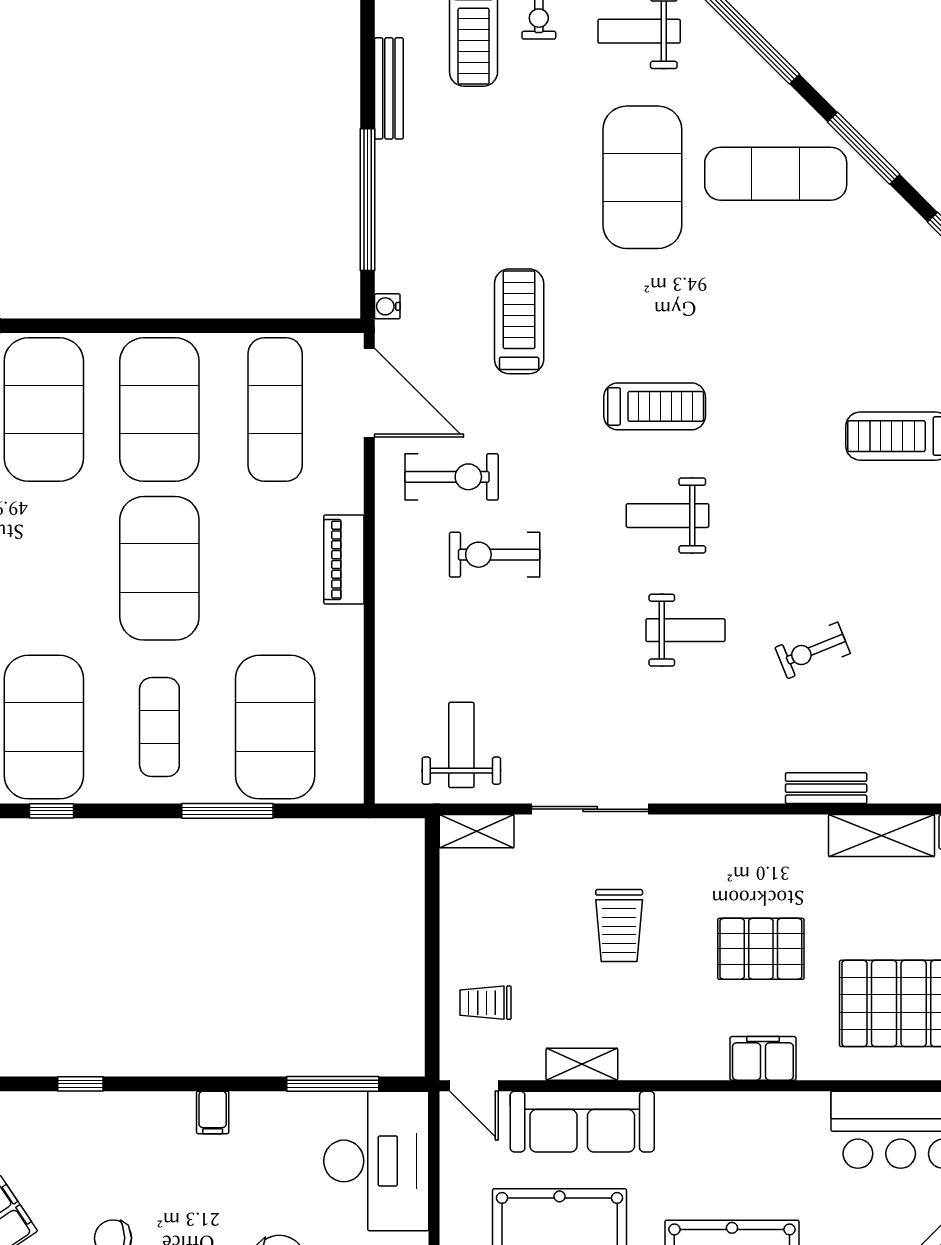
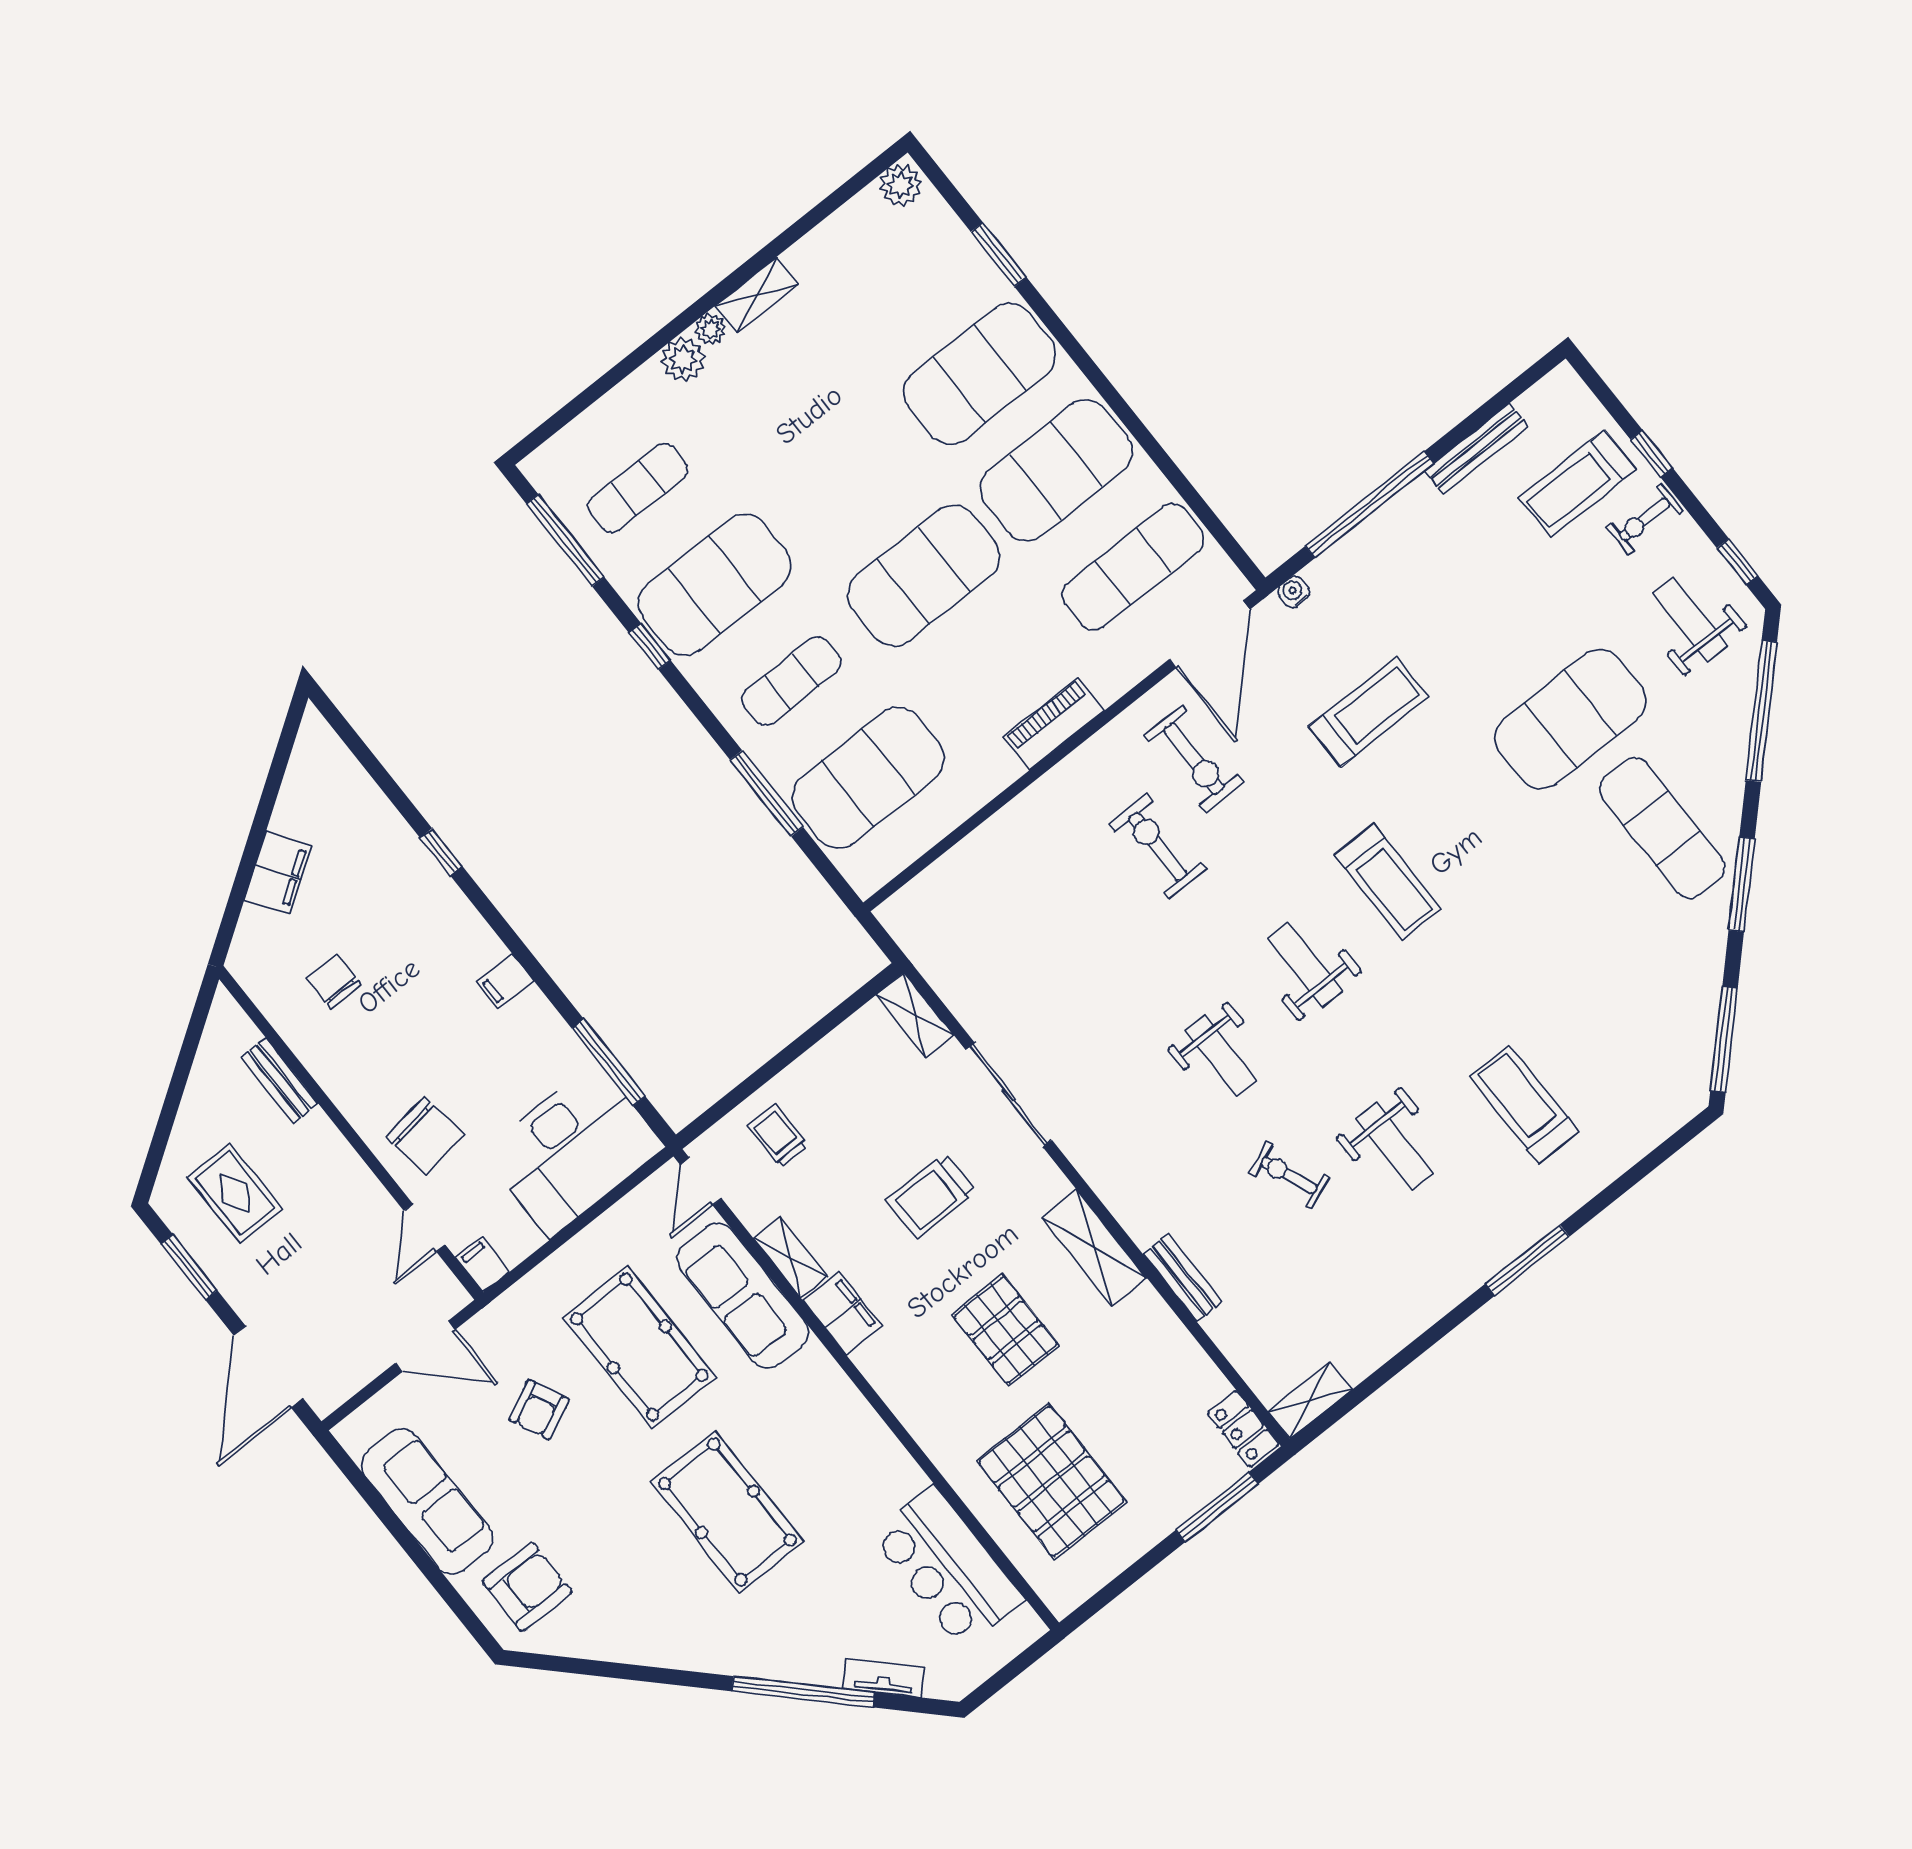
weight bench: (461, 745) -> (1394, 1146), moved, turned 90
shelving: (882, 836) -> (1094, 1248), moved
filing cabinet: (763, 1058) -> (843, 1313), moved

